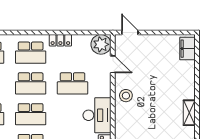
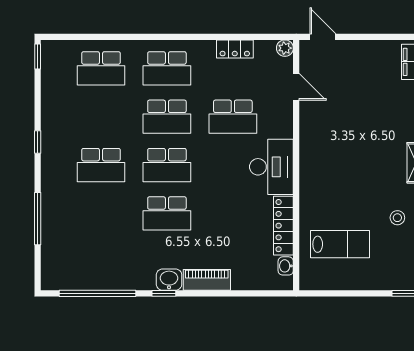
locker: (60, 40) -> (235, 49), moved
plant: (101, 44) -> (285, 48), width x0.53, depth x0.53
stool: (126, 96) -> (317, 136), removed

